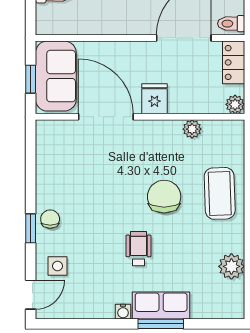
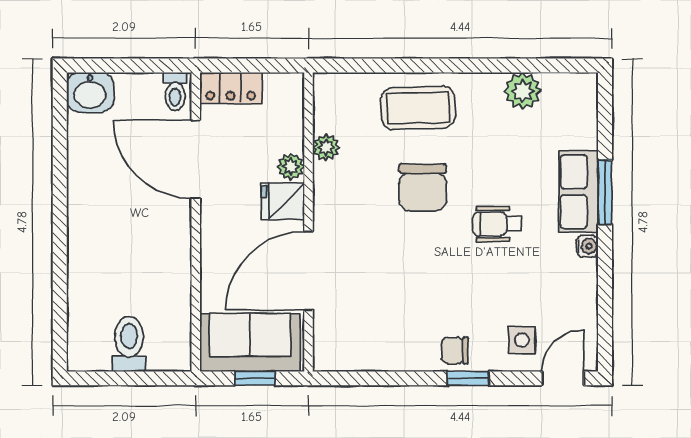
plant: (235, 104) -> (291, 167), moved
chair: (164, 197) -> (423, 187), turned -90
door: (31, 295) -> (563, 378), hinge flipped

